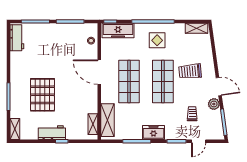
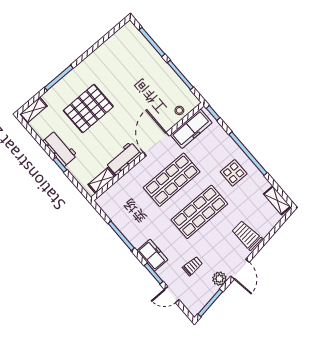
freezer: (118, 31) -> (191, 129), moved, turned -90
workbench: (17, 38) -> (123, 158), moved, turned 180
trolley: (190, 71) -> (247, 235), moved
shelving: (108, 120) -> (117, 191), removed
freezer: (153, 132) -> (152, 255), moved

